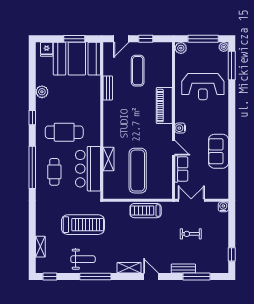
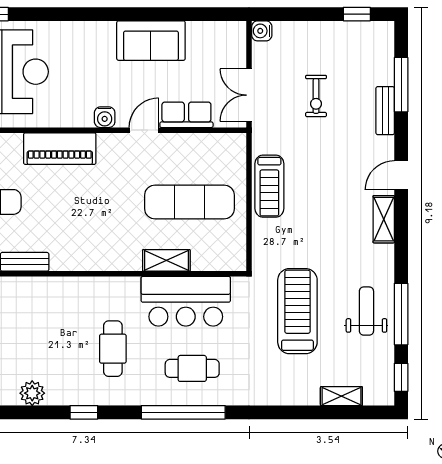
cafe table: (64, 132) -> (113, 349), width x0.73, depth x0.74
window: (95, 276) -> (401, 314), moved

